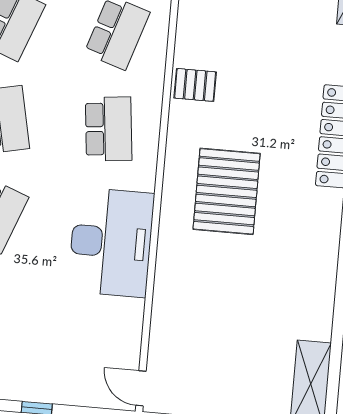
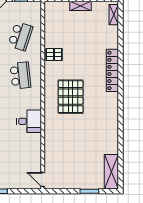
desk: (111, 242) -> (29, 121), width x0.53, depth x0.77

